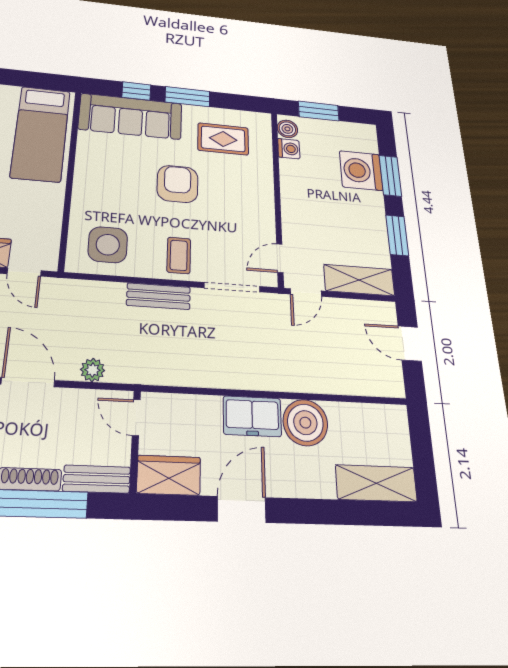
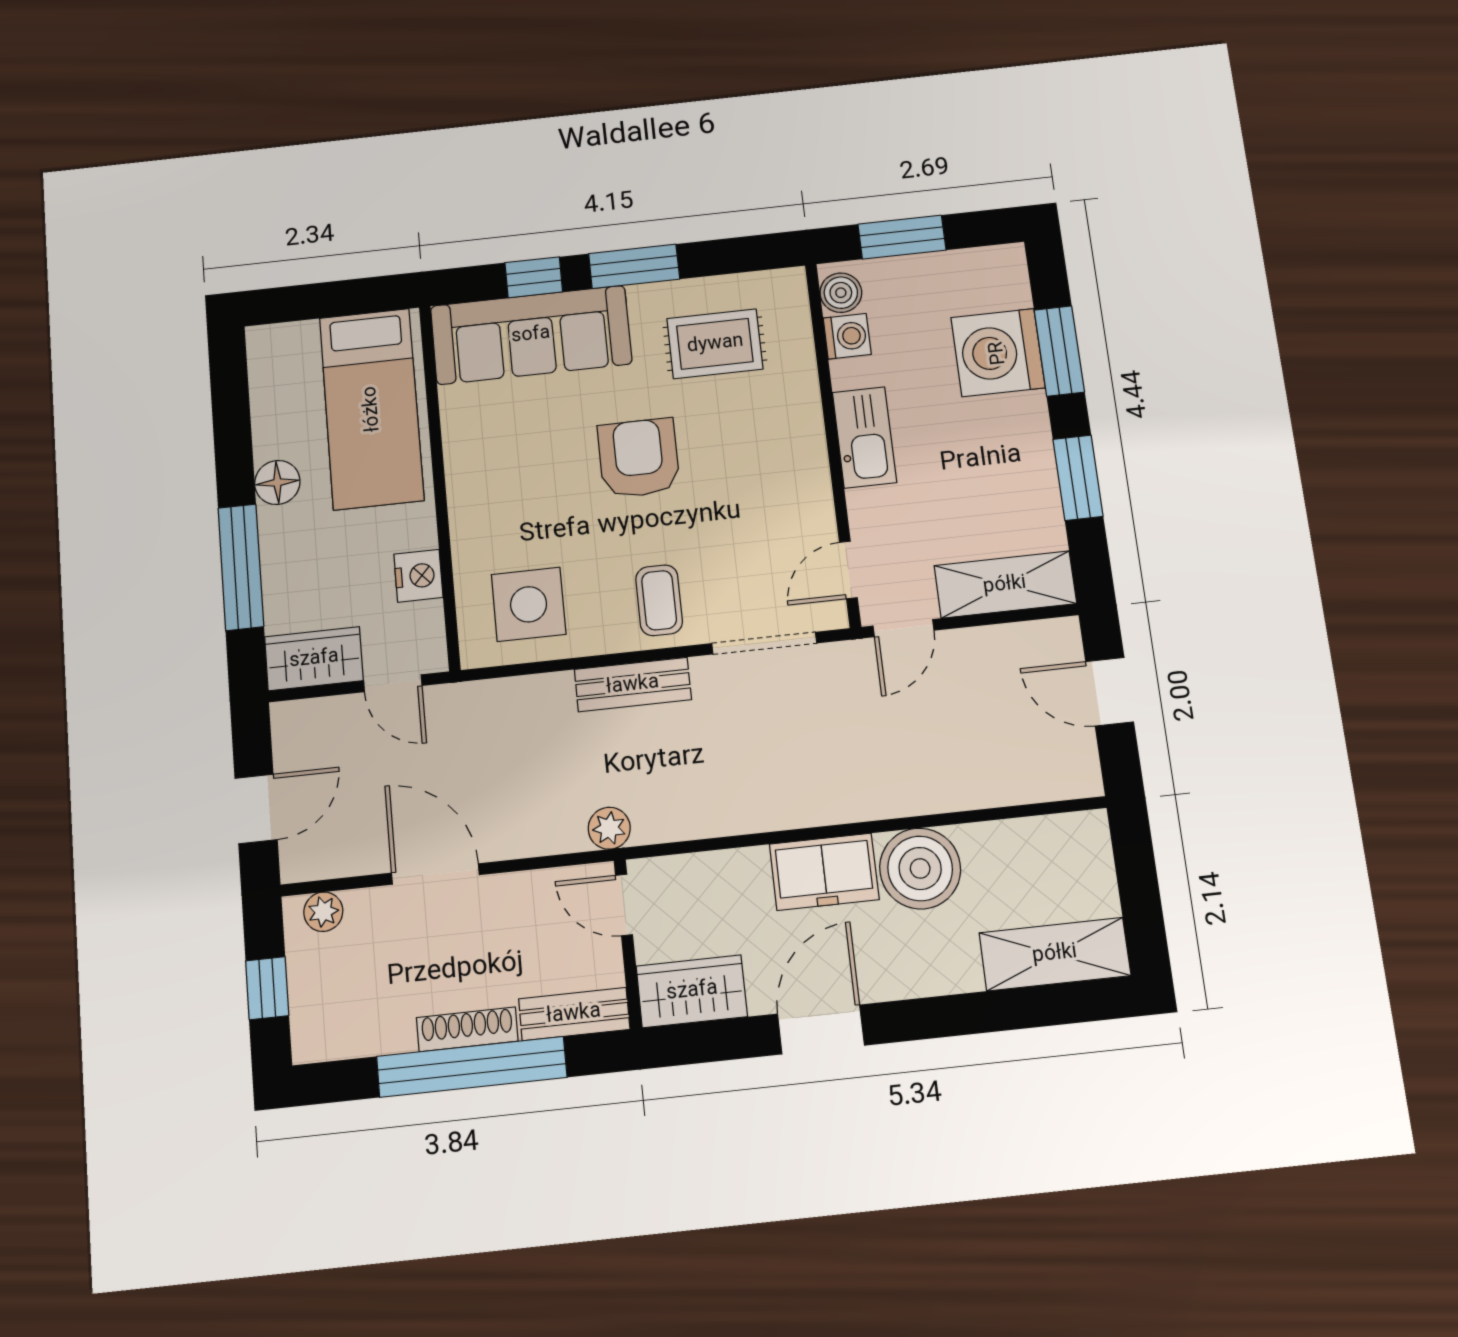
kitchen sink: (293, 196) -> (864, 437), added
nightstand: (50, 219) -> (418, 576), added
plant: (93, 370) -> (609, 828), moved

